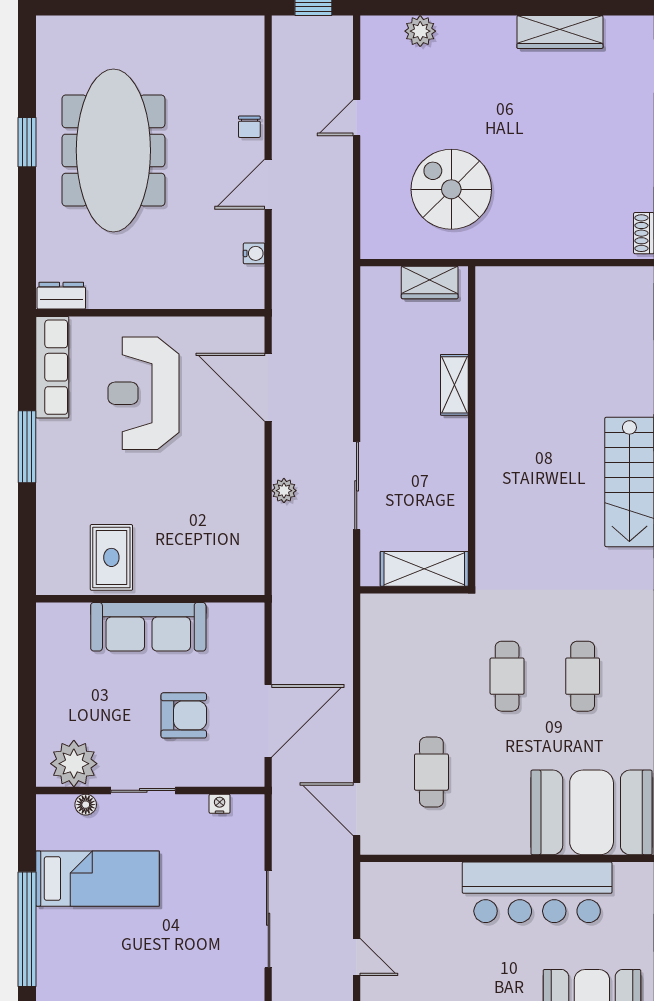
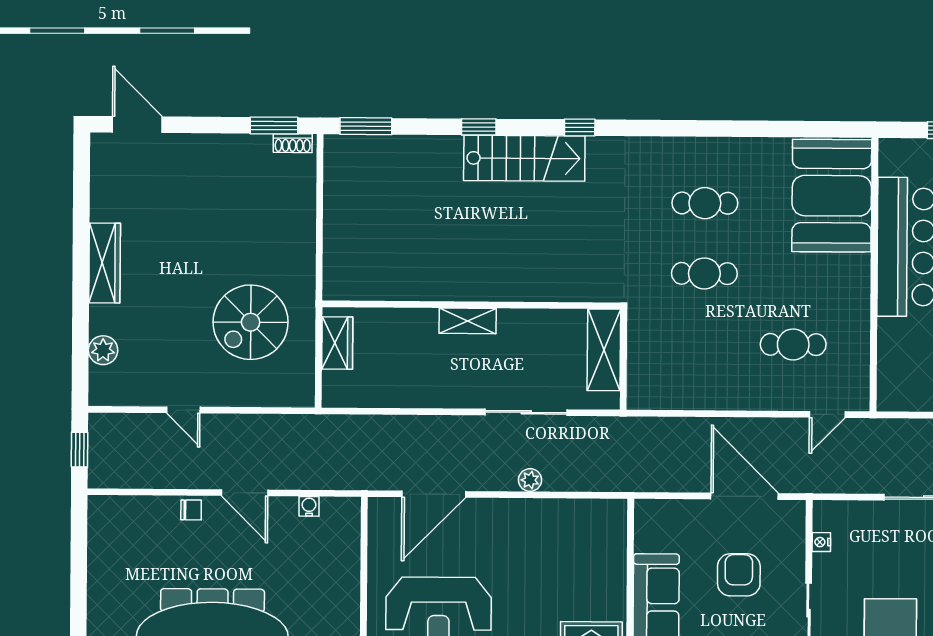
wardrobe: (560, 32) -> (105, 263), moved
shelving: (454, 385) -> (468, 321), moved
door: (357, 809) -> (827, 414), width x0.73

